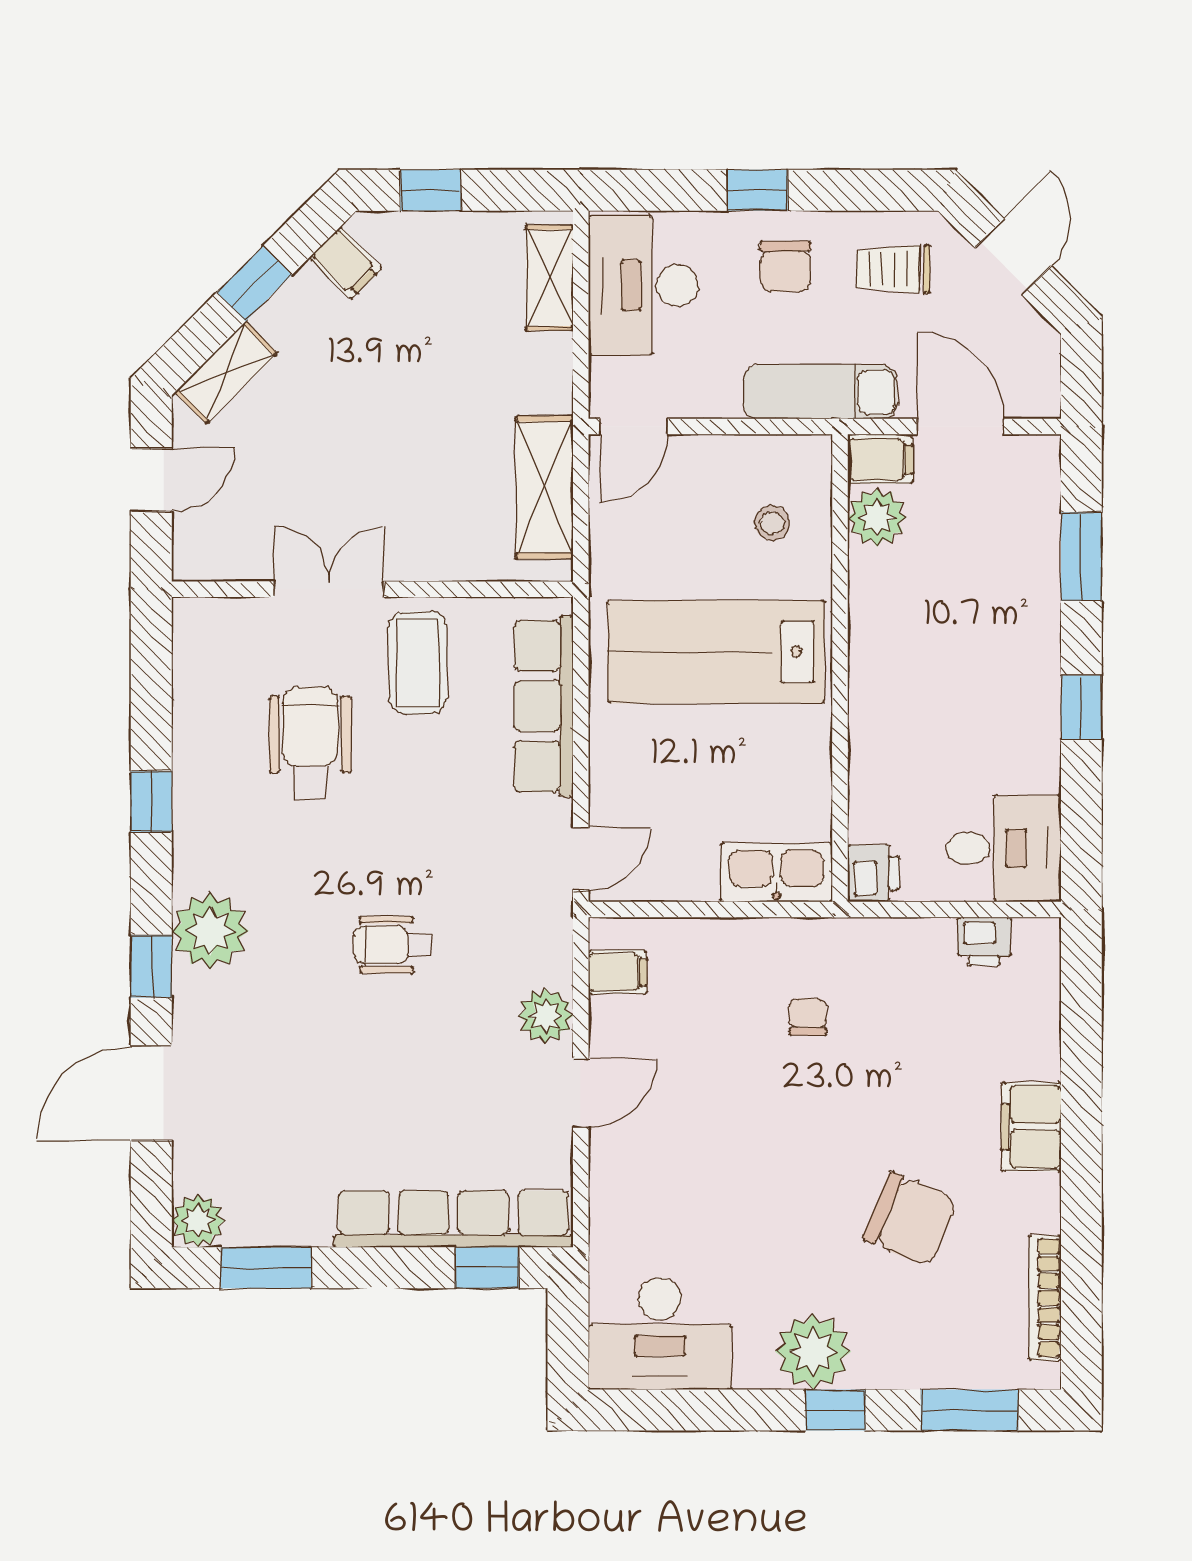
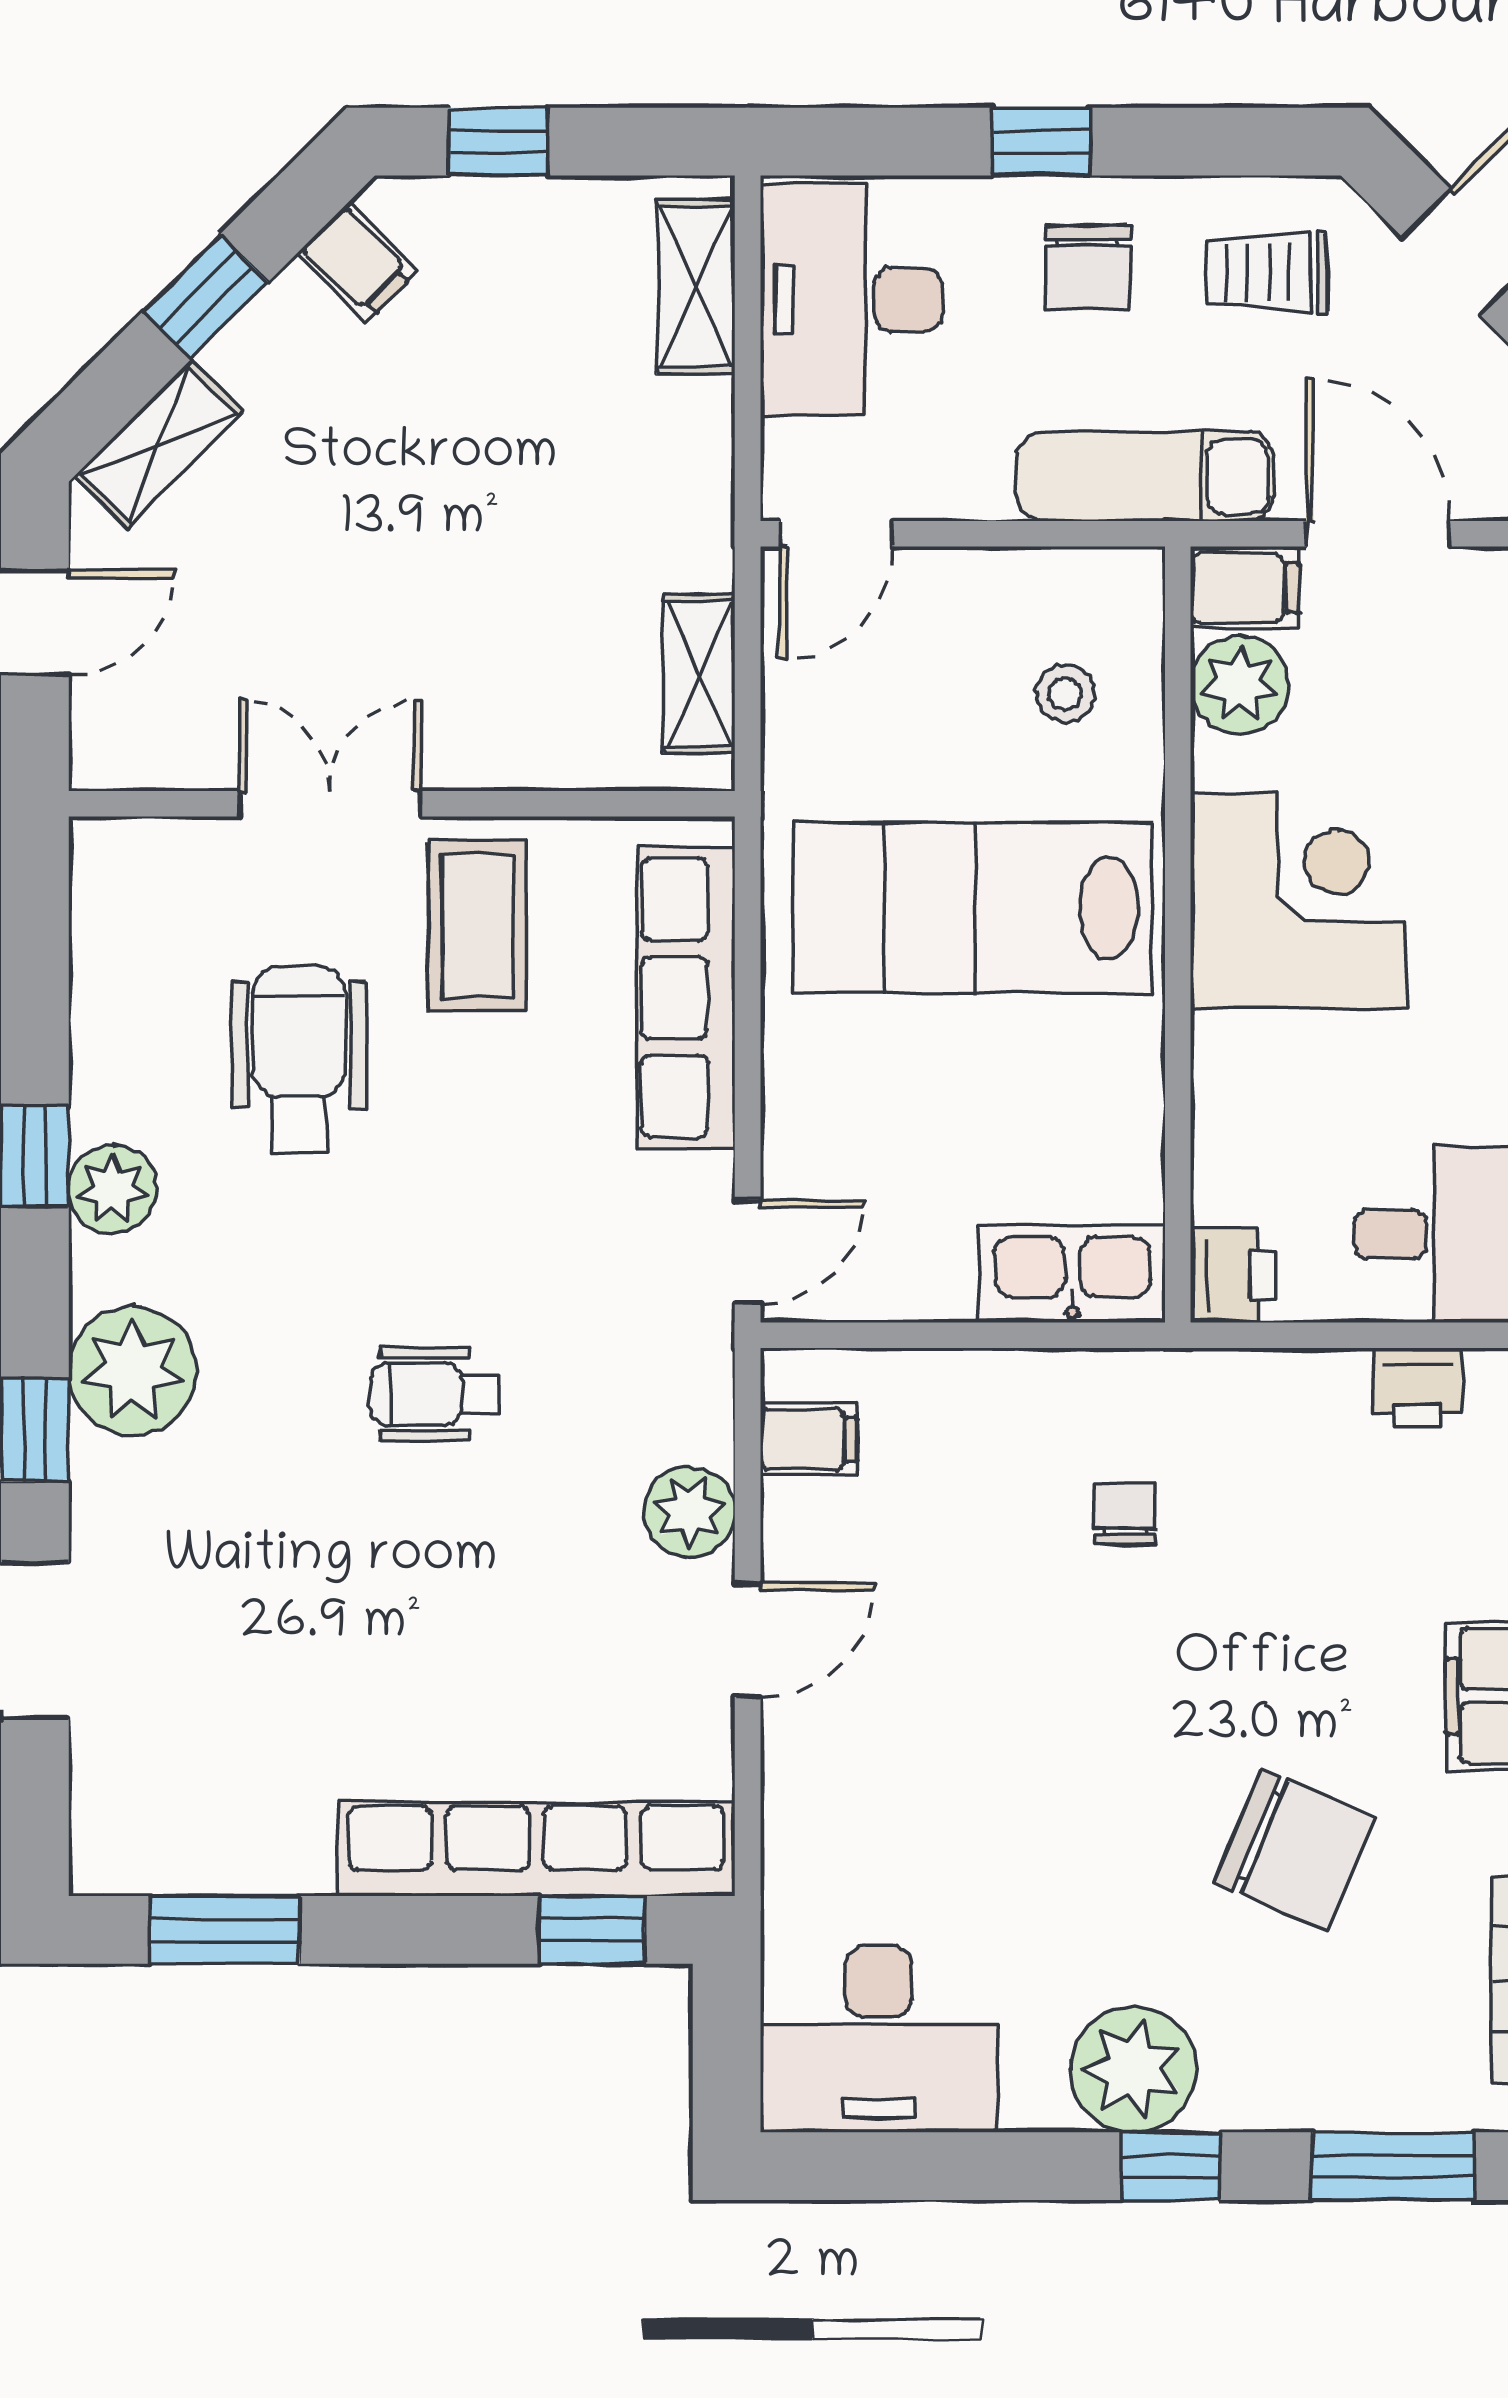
shelving: (545, 487) -> (699, 674), width x0.67, depth x0.75
corner desk: (912, 648) -> (1298, 901), added
plant: (198, 1221) -> (113, 1189), moved

